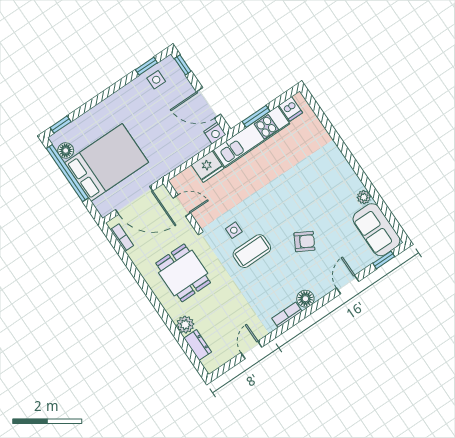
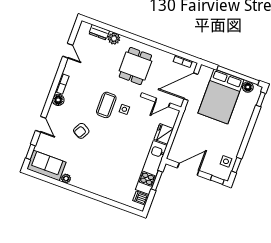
nightstand: (215, 133) -> (173, 155), removed
dining table: (183, 273) -> (135, 66), turned 90

